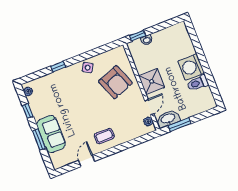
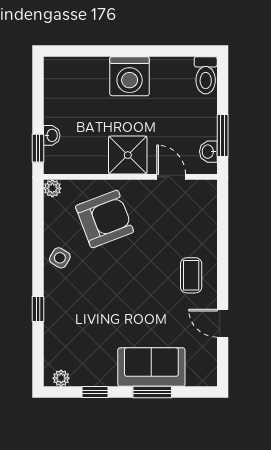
toilet: (198, 83) -> (206, 75), moved
washbasin: (168, 119) -> (208, 152), width x0.52, depth x0.69
plant: (148, 121) -> (52, 188), moved

